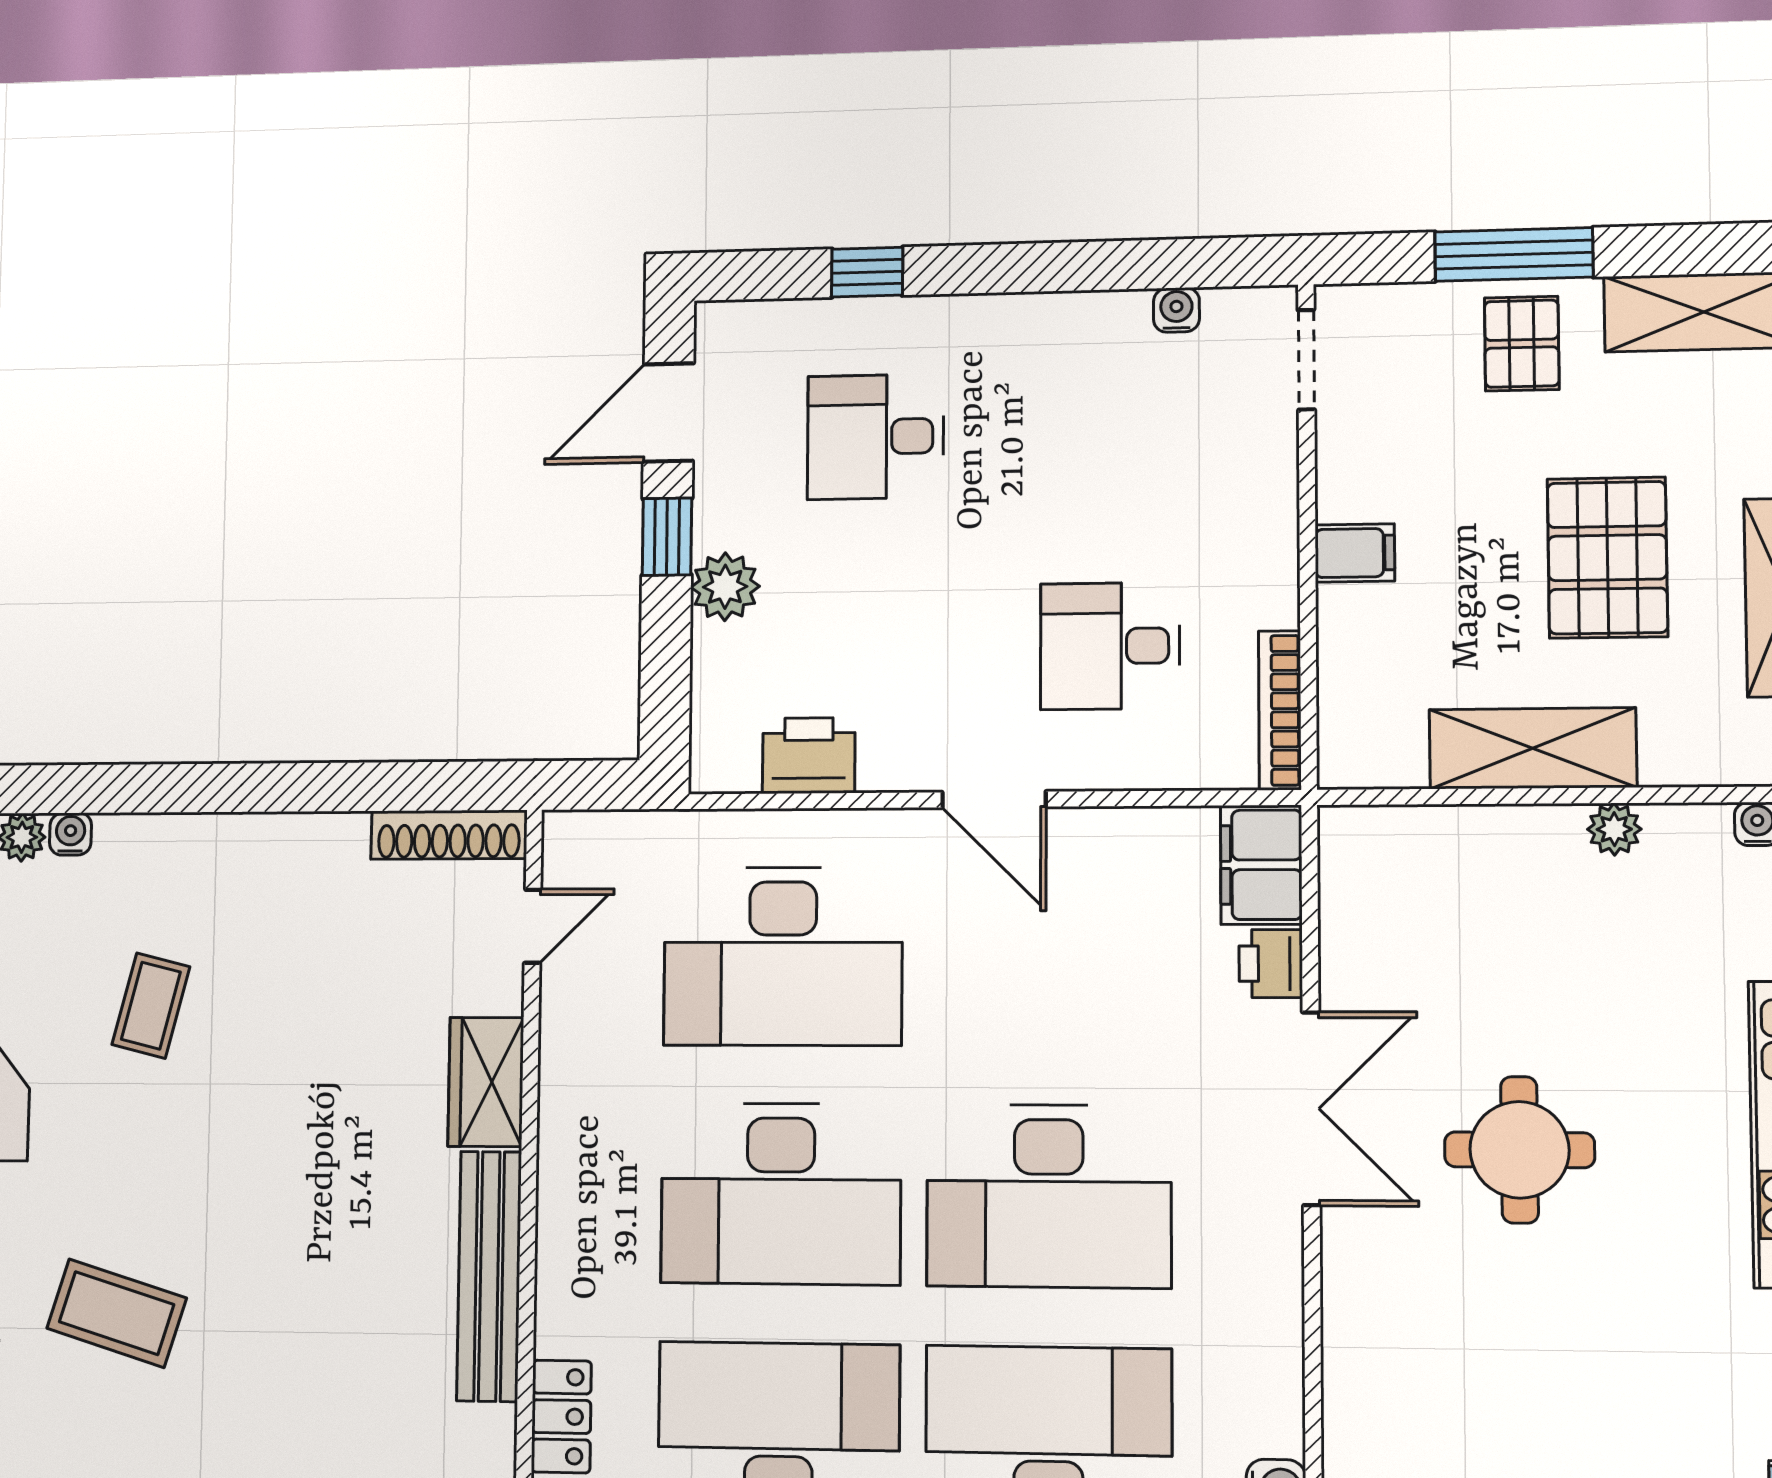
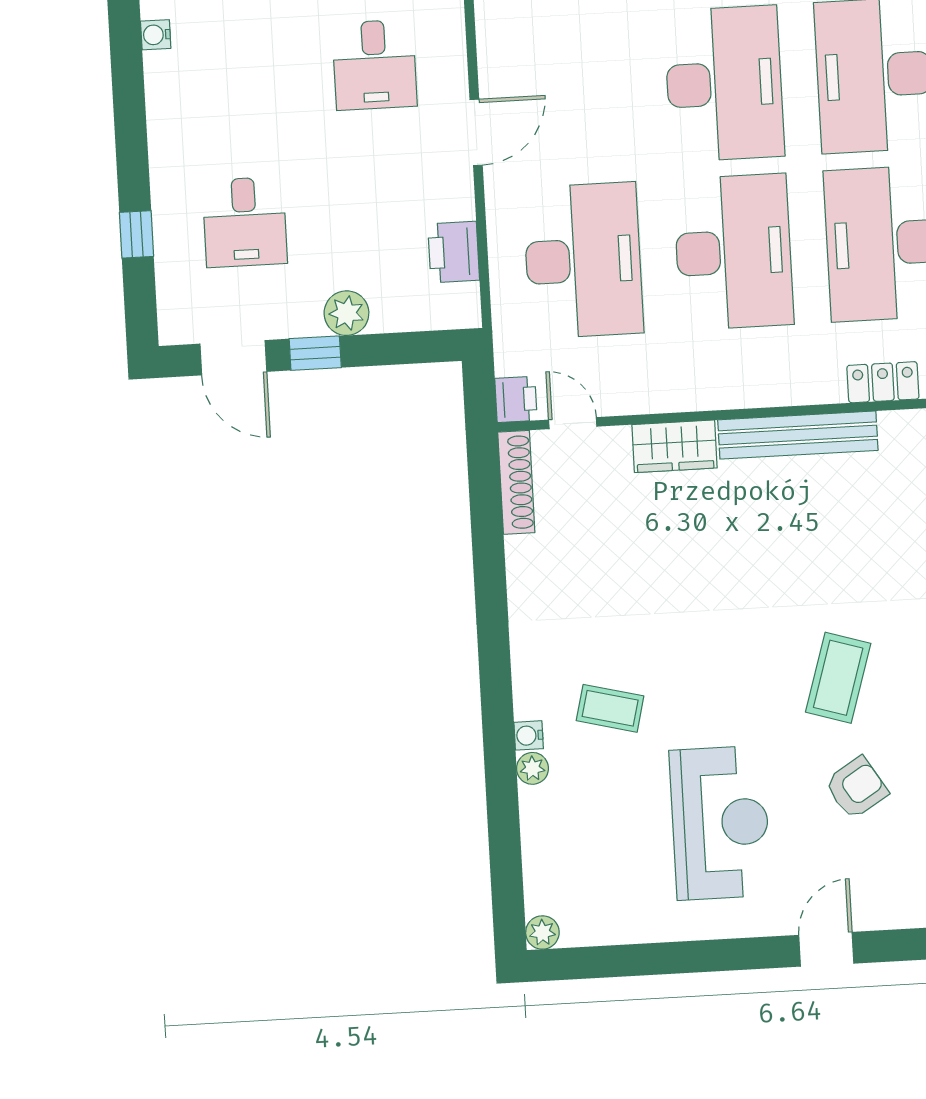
printer: (575, 841) -> (516, 399), added
coffee table: (151, 1006) -> (610, 708), moved

